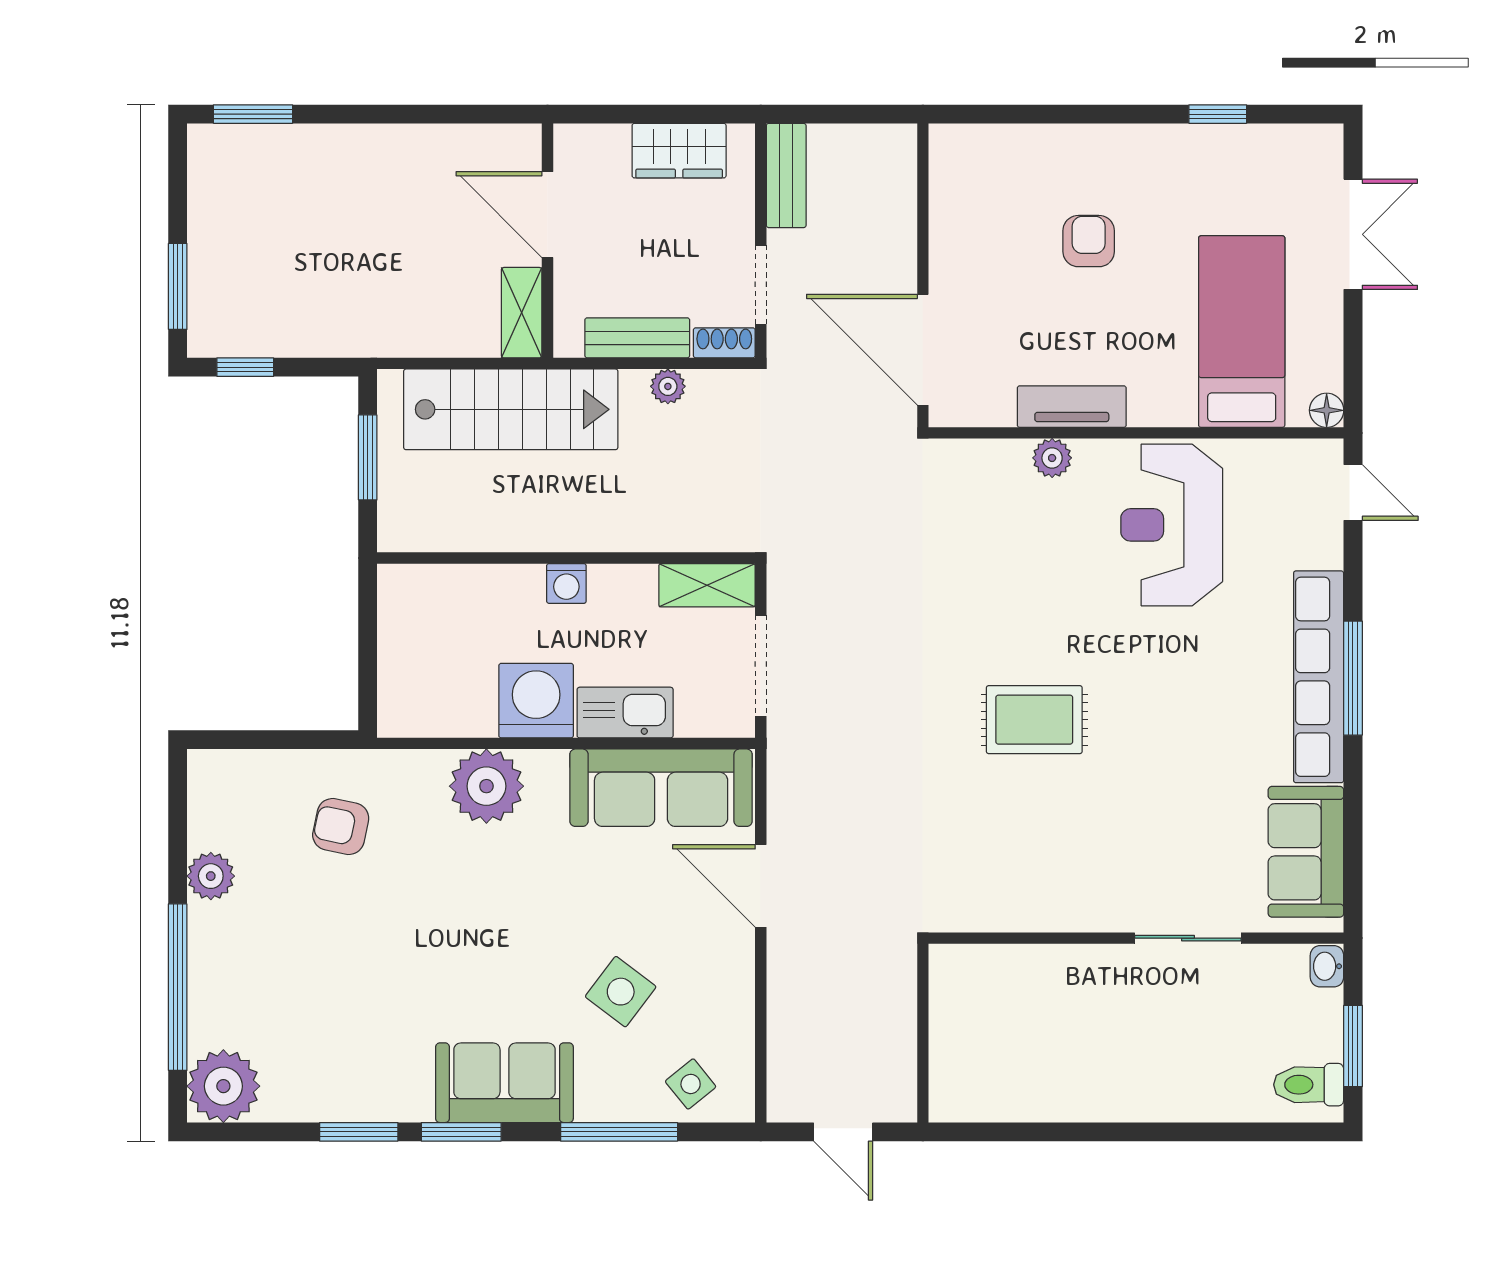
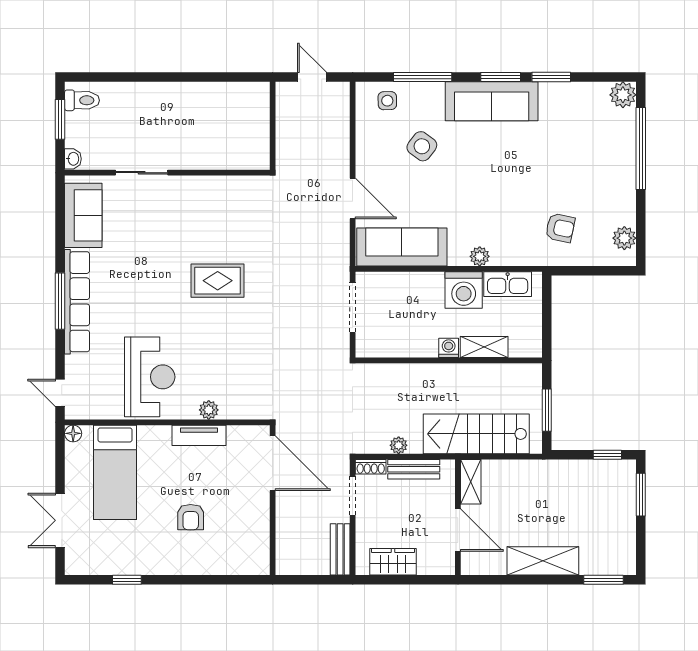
shelving: (376, 152) -> (543, 561), added
shelving: (707, 585) -> (484, 347), moved
kitchen sink: (625, 713) -> (508, 284), moved
plant: (486, 786) -> (480, 256), width x0.53, depth x0.53
plant: (211, 876) -> (624, 238), moved
sofa: (504, 1083) -> (492, 101), width x1.36
side table: (691, 1084) -> (387, 101), turned 38
plant: (223, 1086) -> (623, 95), width x0.73, depth x0.73

